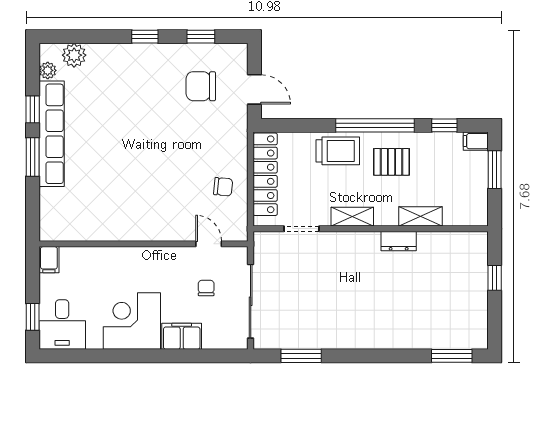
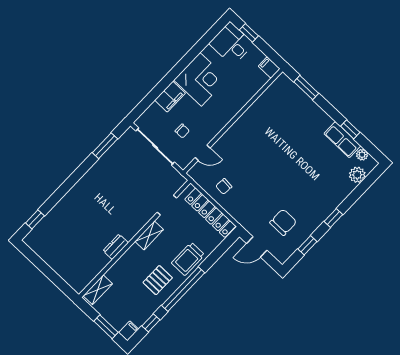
row of seats: (52, 134) -> (342, 140), width x0.50
window: (33, 157) -> (306, 88), moved
shelving: (420, 216) -> (98, 290), moved
window: (495, 278) -> (53, 277), removed
window: (452, 356) -> (35, 219), width x0.67

